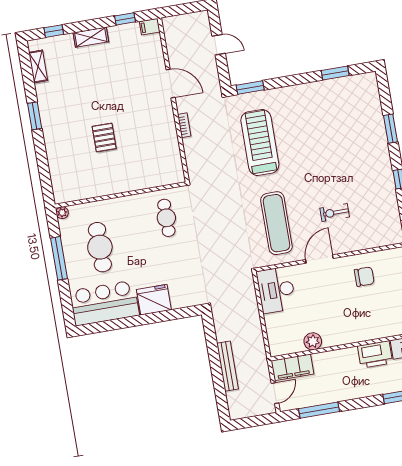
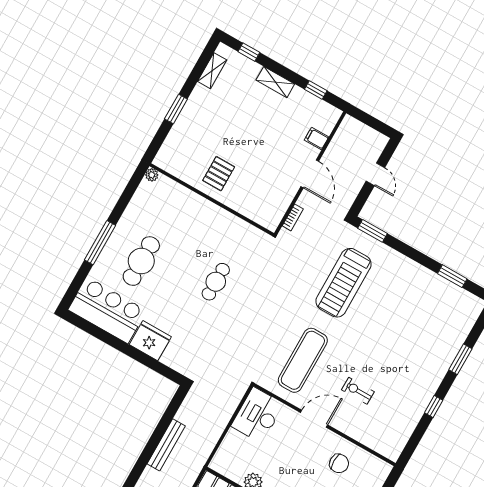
filing cabinet: (150, 27) -> (316, 138), moved
treadmill: (260, 142) -> (344, 283), turned 180
wall: (120, 195) -> (212, 200), moved
plant: (62, 213) -> (152, 175), moved

